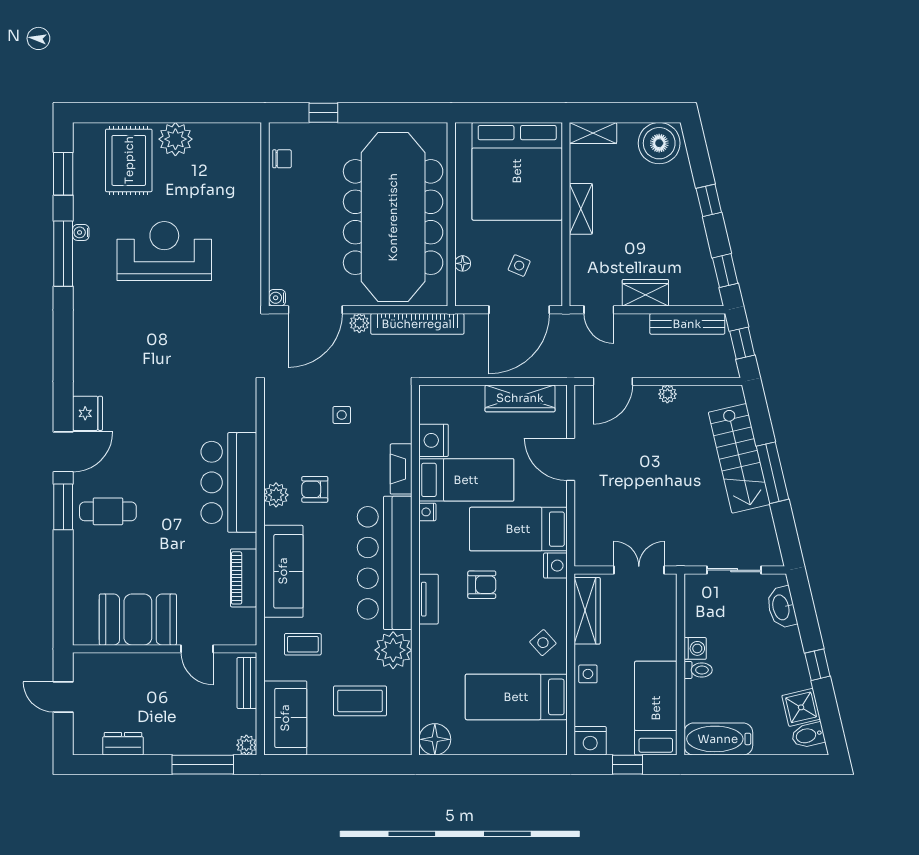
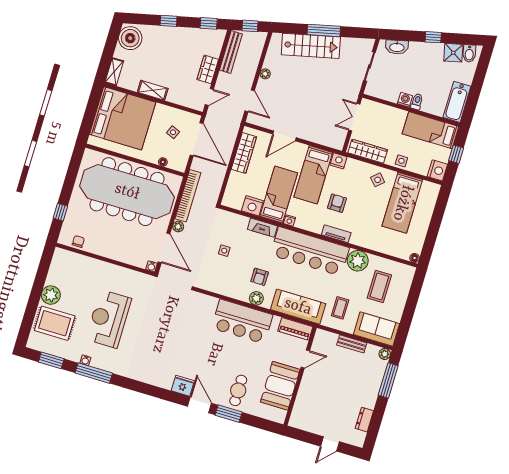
booth: (138, 620) -> (280, 386), moved
wall: (165, 649) -> (300, 376), moved
door: (197, 649) -> (305, 359), moved
floor lamp: (435, 739) -> (415, 258), width x0.53, depth x0.53

